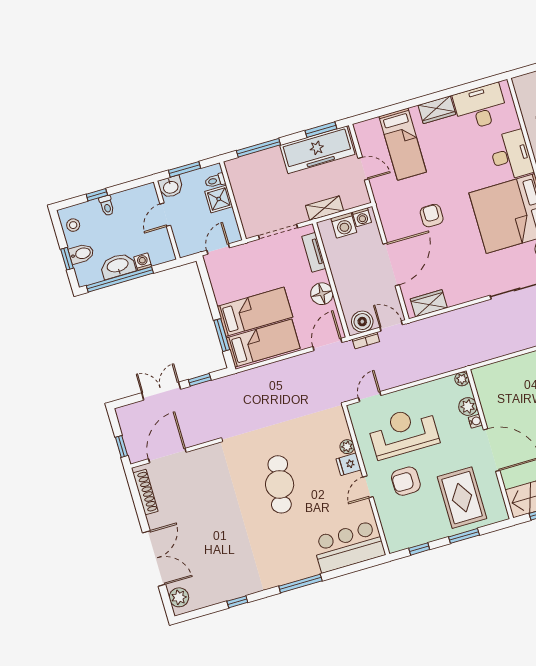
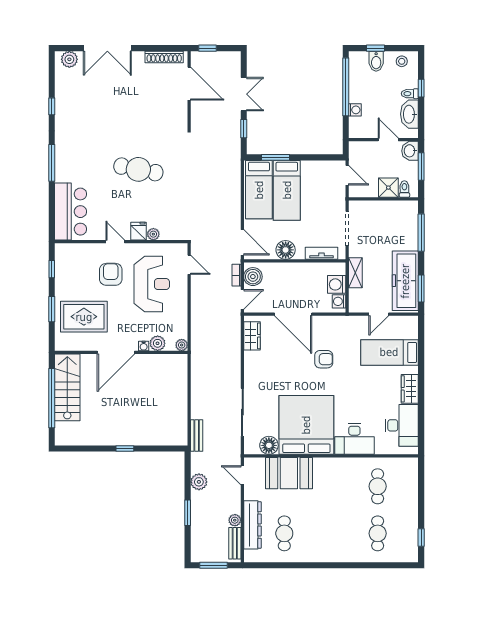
washbasin: (118, 266) -> (409, 114), moved, turned 180

